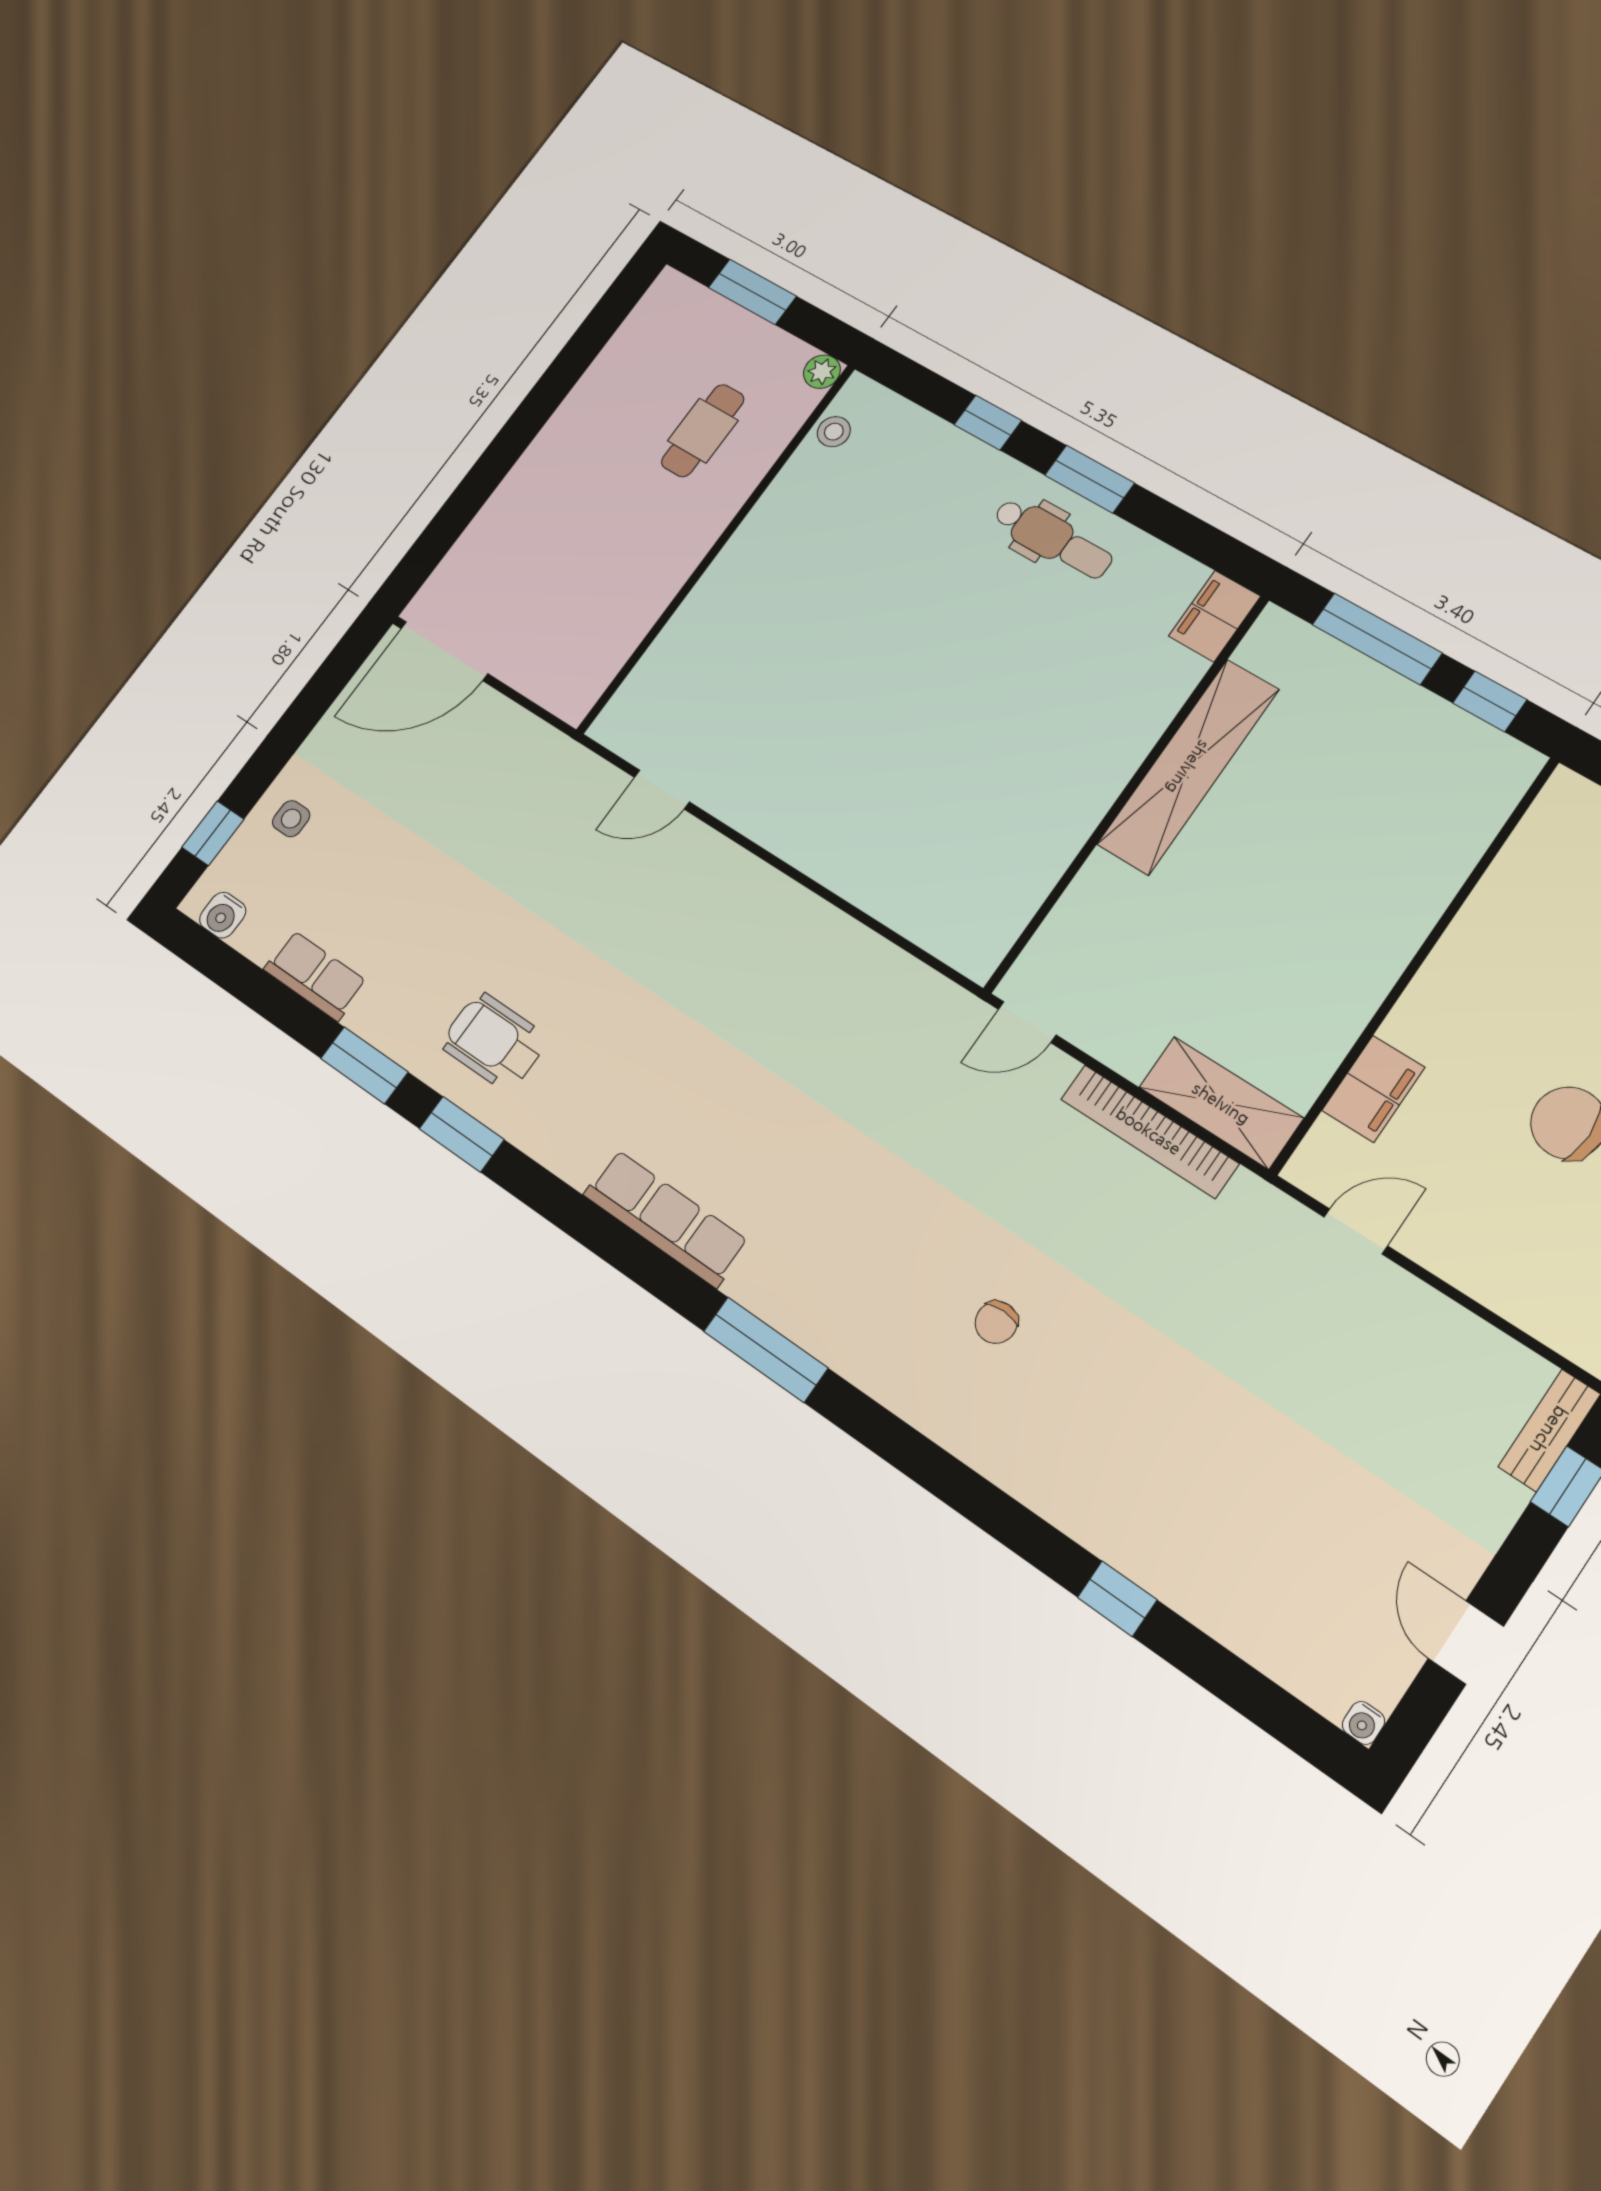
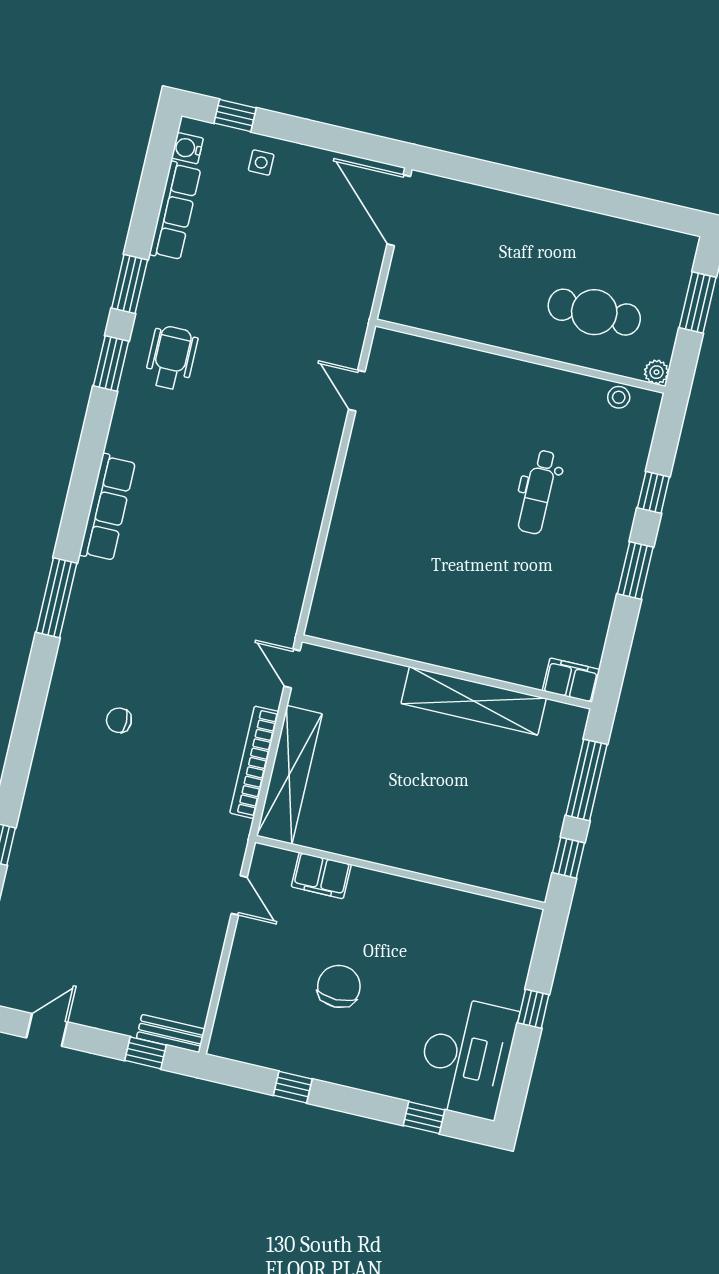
cafe table: (703, 431) -> (594, 312), width x1.37, depth x1.35
dental chair: (1053, 538) -> (538, 492), moved
row of seats: (315, 976) -> (175, 211), width x1.48
shelving: (1221, 1103) -> (289, 775), width x1.47

